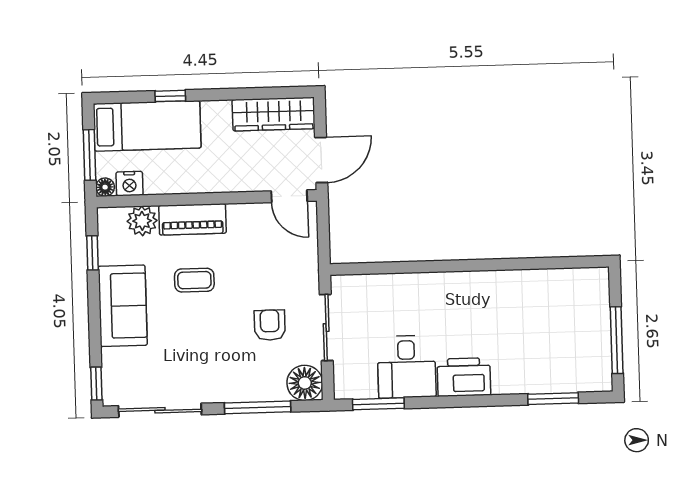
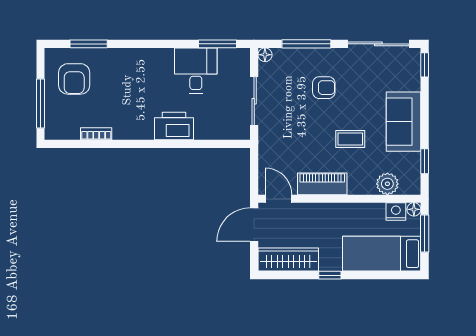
window: (170, 96) -> (330, 275), moved
piano: (192, 219) -> (322, 184), moved
bookcase: (539, 277) -> (96, 134), added
armchair: (270, 325) -> (324, 88), moved, turned -90
window: (617, 340) -> (41, 103), moved
armchair: (571, 351) -> (74, 79), added
printer: (464, 377) -> (174, 126), moved, turned 180
floor lamp: (305, 383) -> (265, 55), width x0.53, depth x0.53

